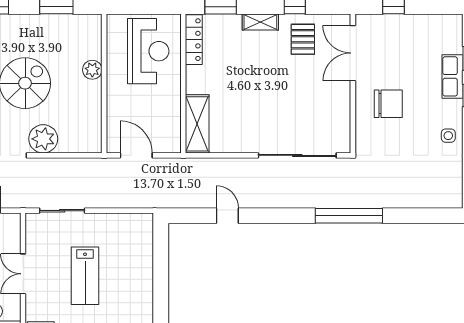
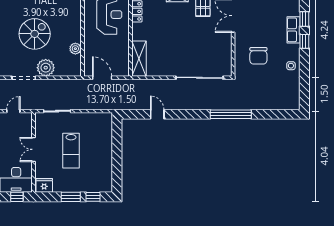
plant: (92, 70) -> (75, 49), moved
chair: (388, 104) -> (258, 56), moved, turned 90

